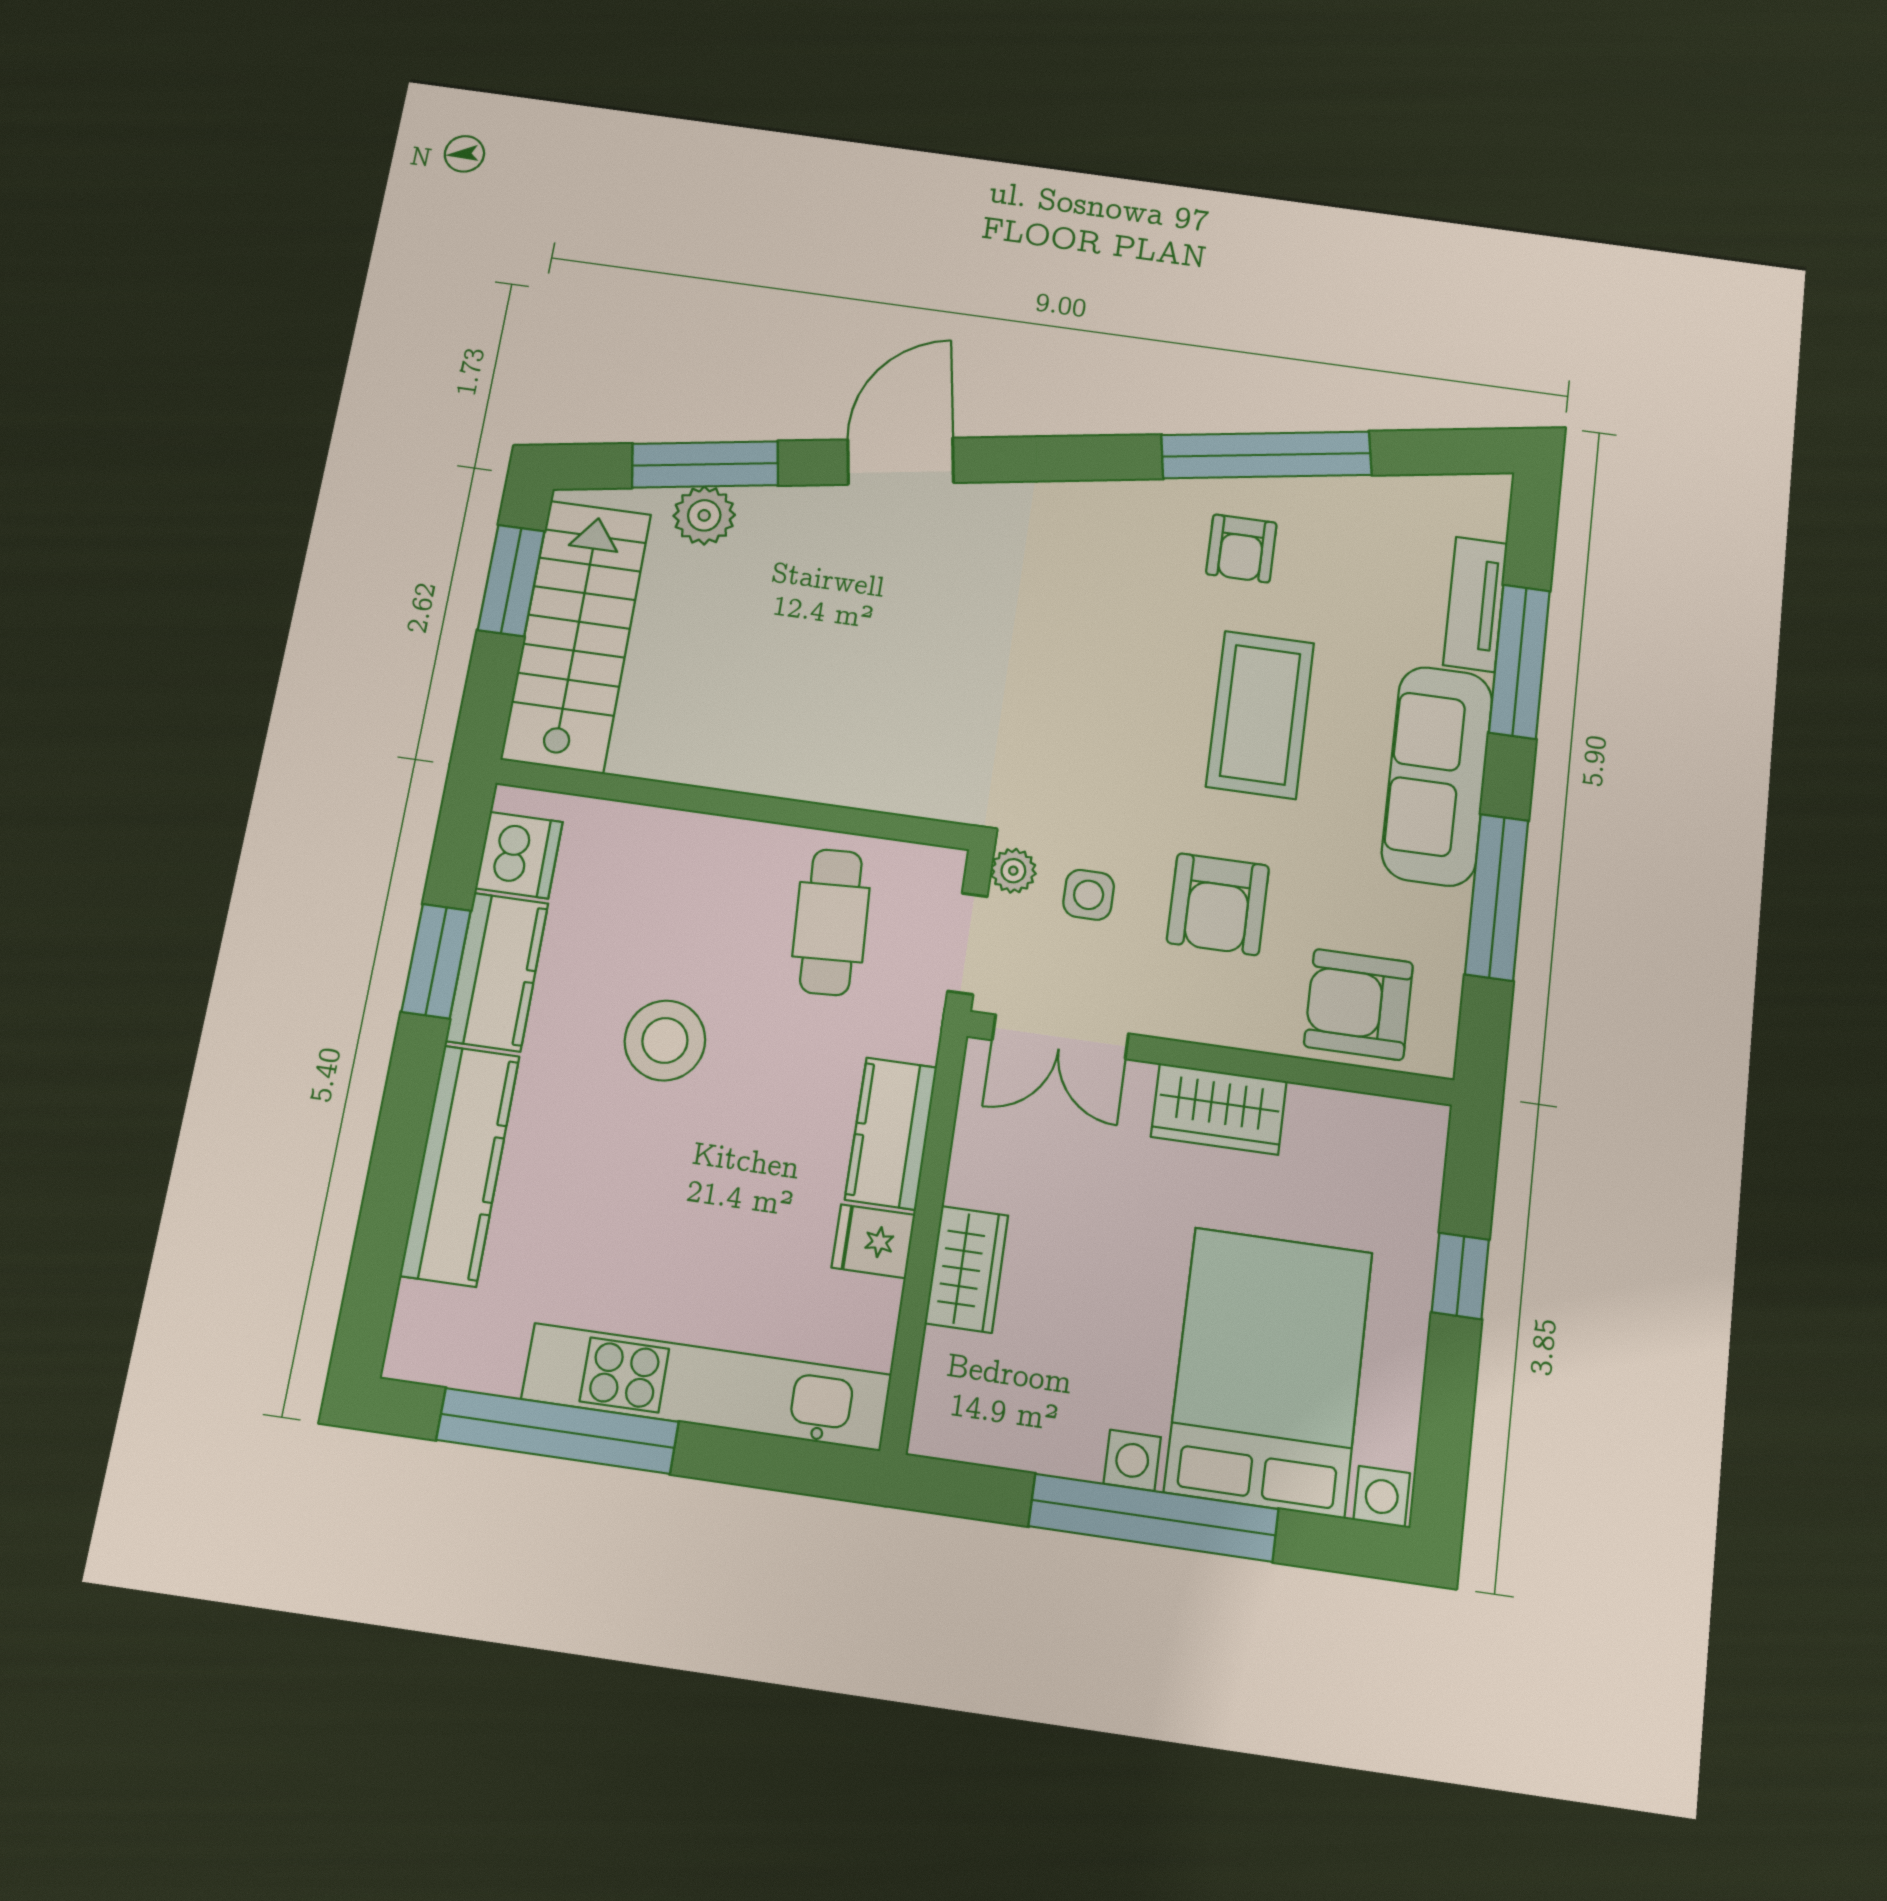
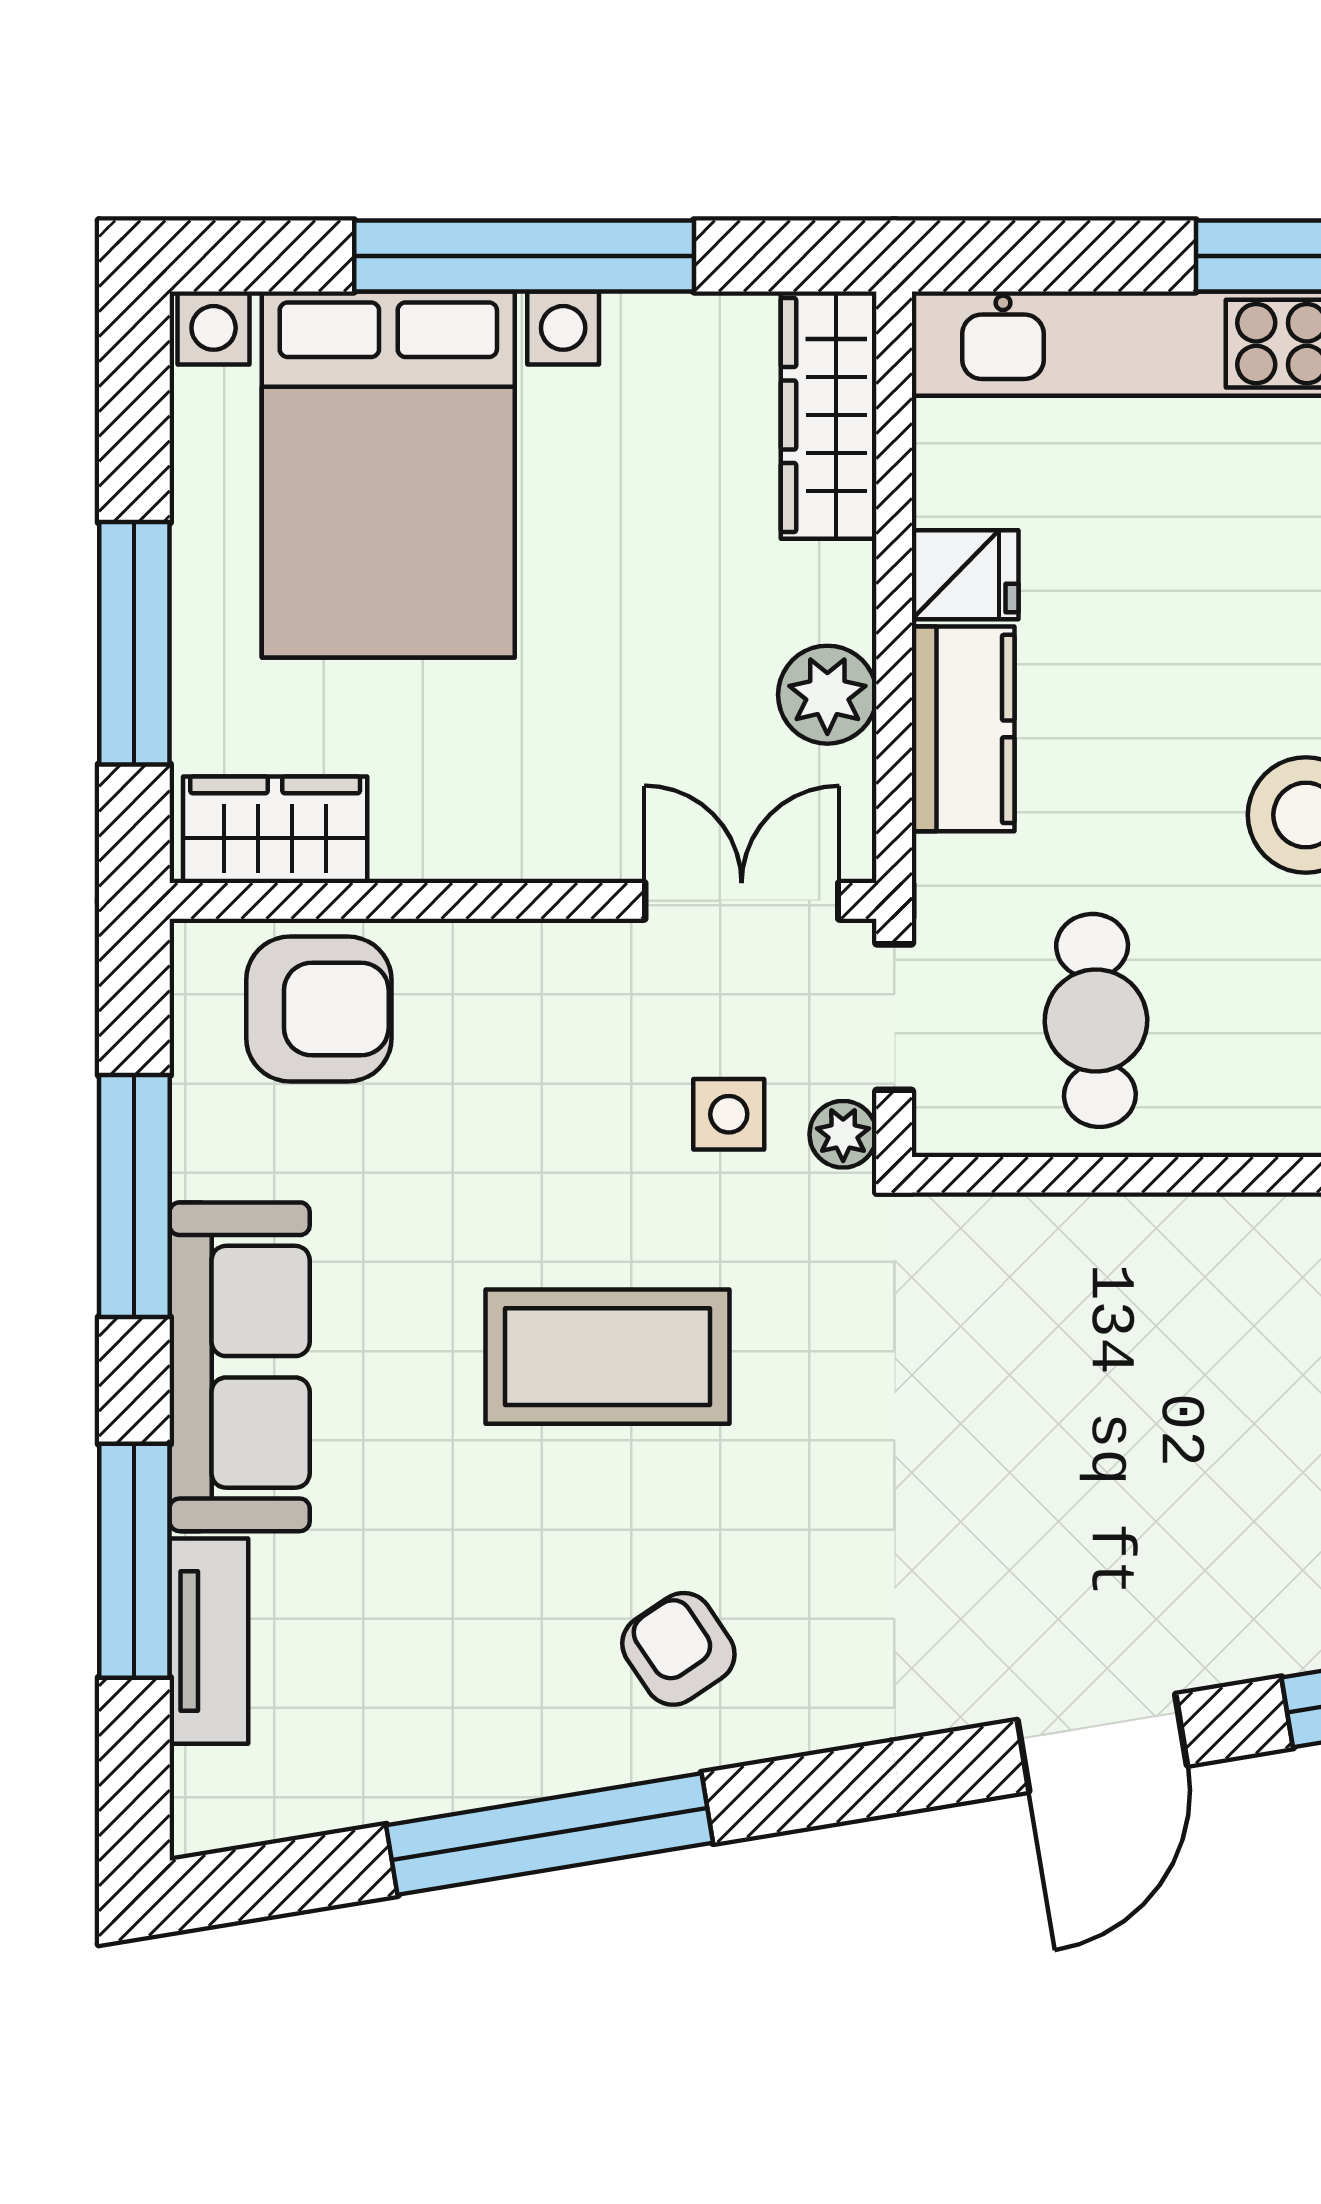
armchair: (1241, 548) -> (678, 1649), moved, turned -34
coffee table: (1260, 715) -> (607, 1357), moved, turned 90
armchair: (1218, 904) -> (539, 1127), removed
wardrobe: (1219, 1109) -> (275, 830), moved
plant: (982, 1171) -> (827, 695), added
wardrobe: (967, 1269) -> (829, 415), moved, width x1.50
window: (1460, 1276) -> (134, 643), width x2.17

